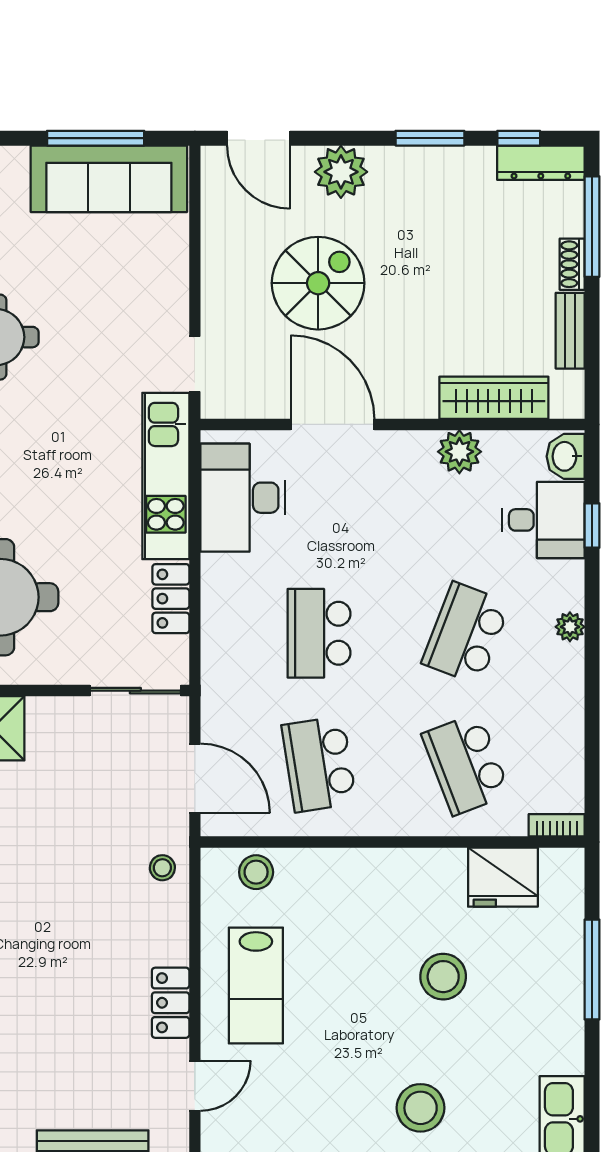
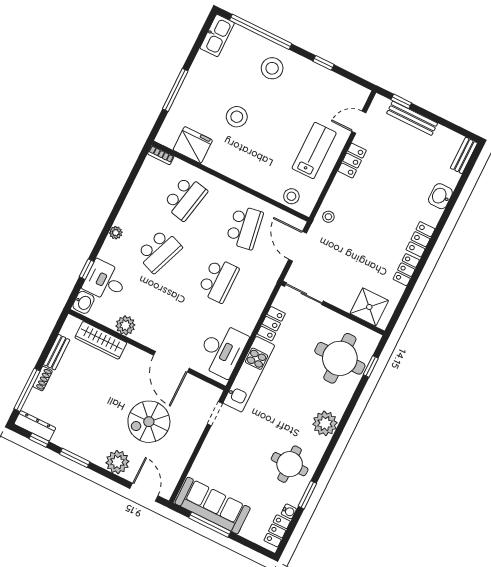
school desk: (466, 764) -> (185, 198), turned 33

